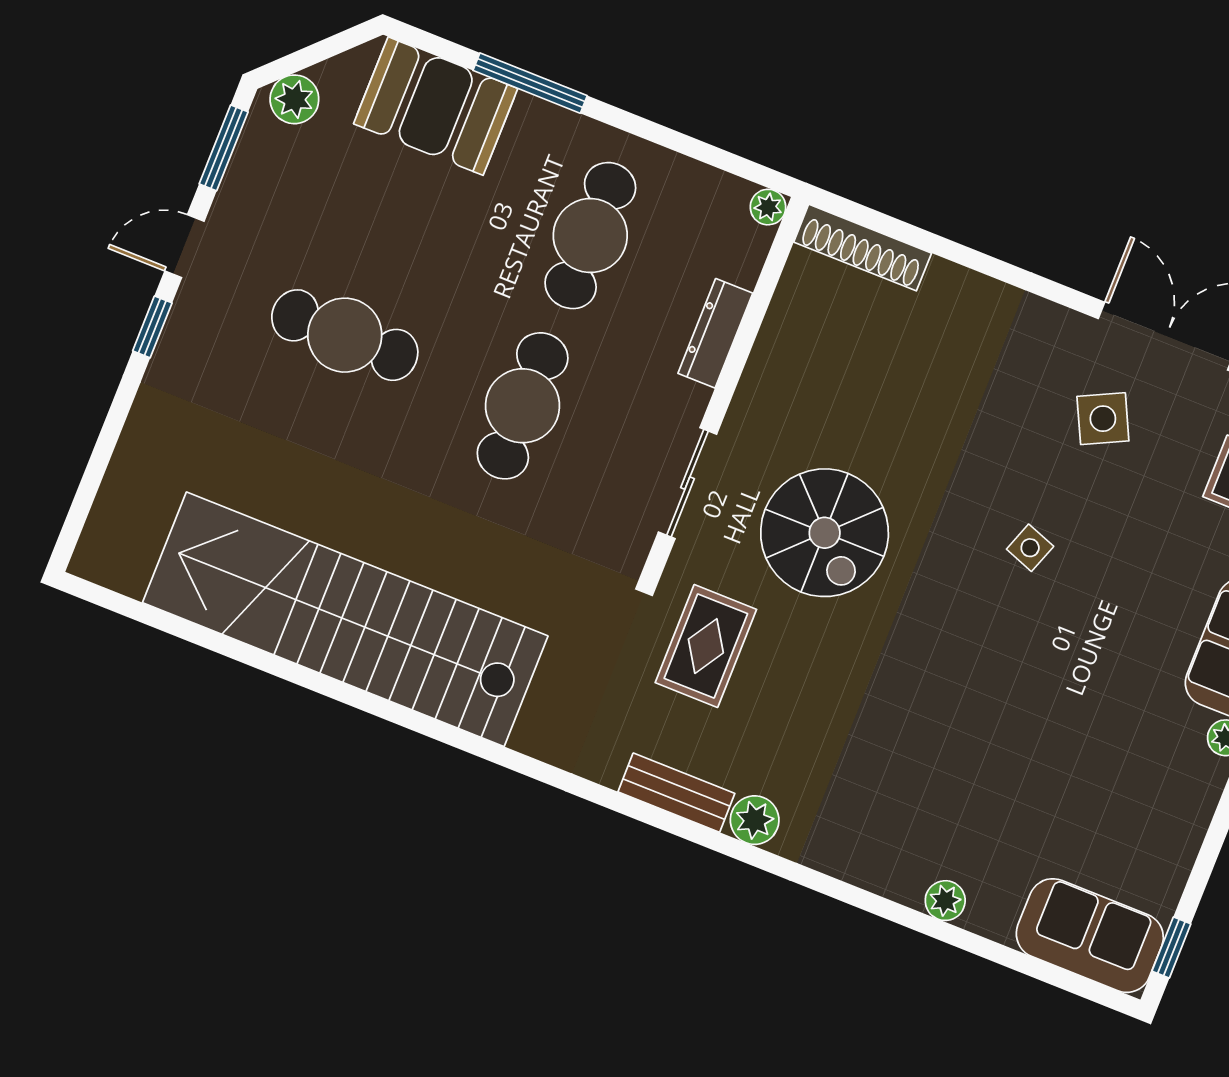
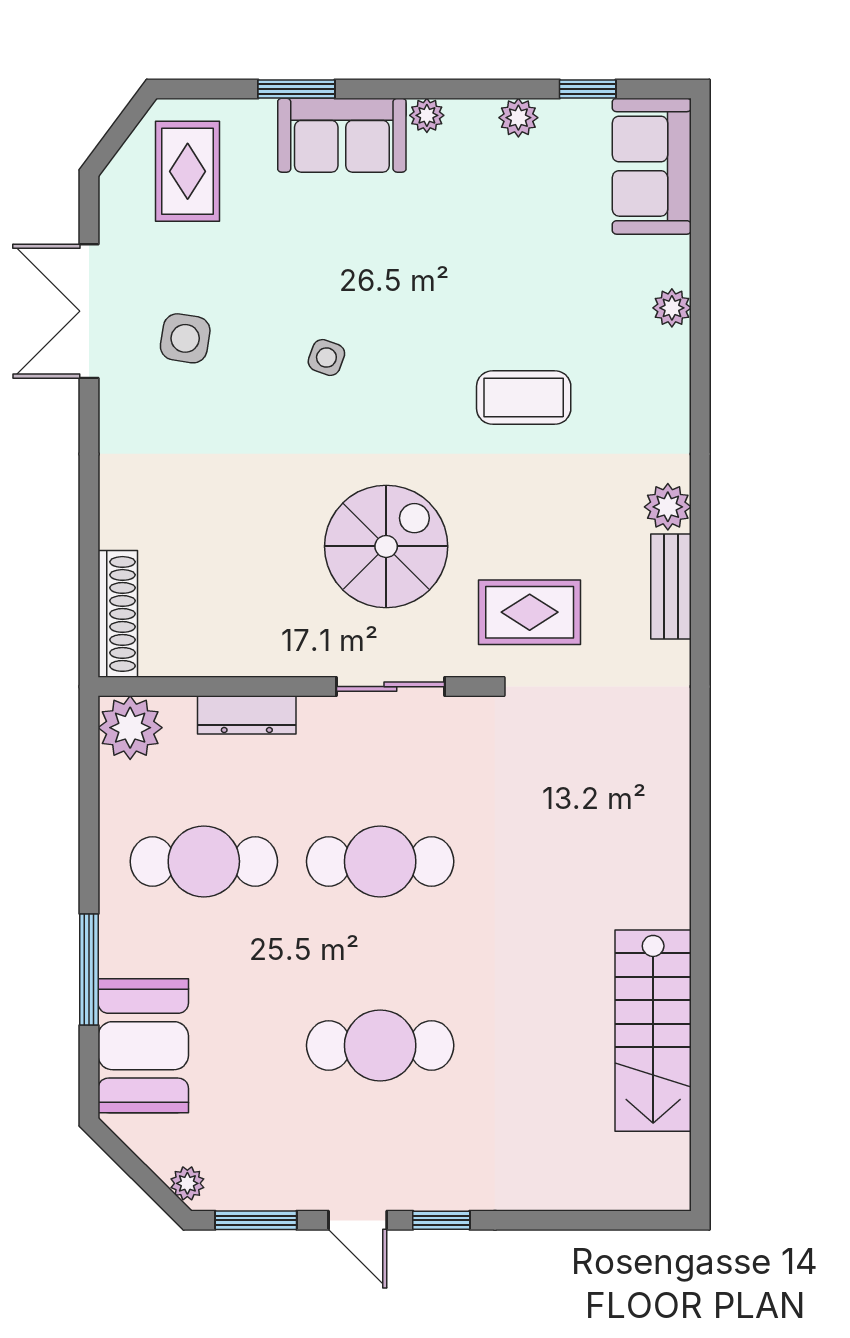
plant: (294, 99) -> (187, 1183), width x0.73, depth x0.73
plant: (768, 207) -> (130, 728), width x1.88, depth x1.88
cafe table: (345, 335) -> (380, 1045), turned 90
side table: (1103, 419) -> (185, 338), turned 35
stairs: (345, 619) -> (653, 1031), width x0.54, depth x0.66
coffee table: (916, 723) -> (524, 397), added
plant: (1188, 825) -> (518, 118), added
window: (1171, 948) -> (588, 89), moved

